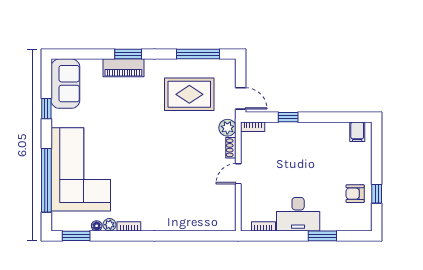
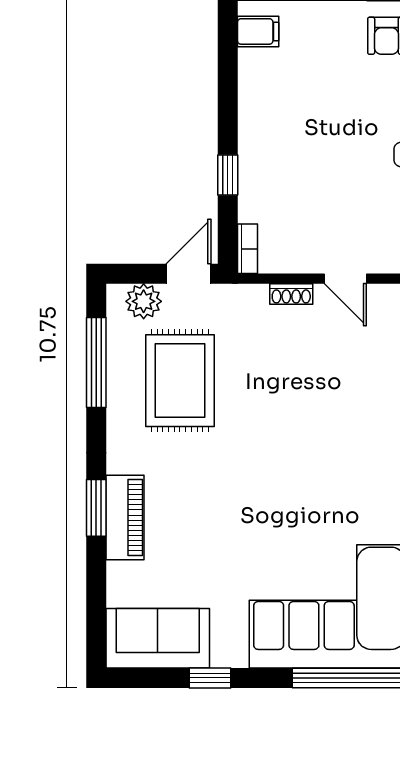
plant: (227, 128) -> (144, 301), moved

